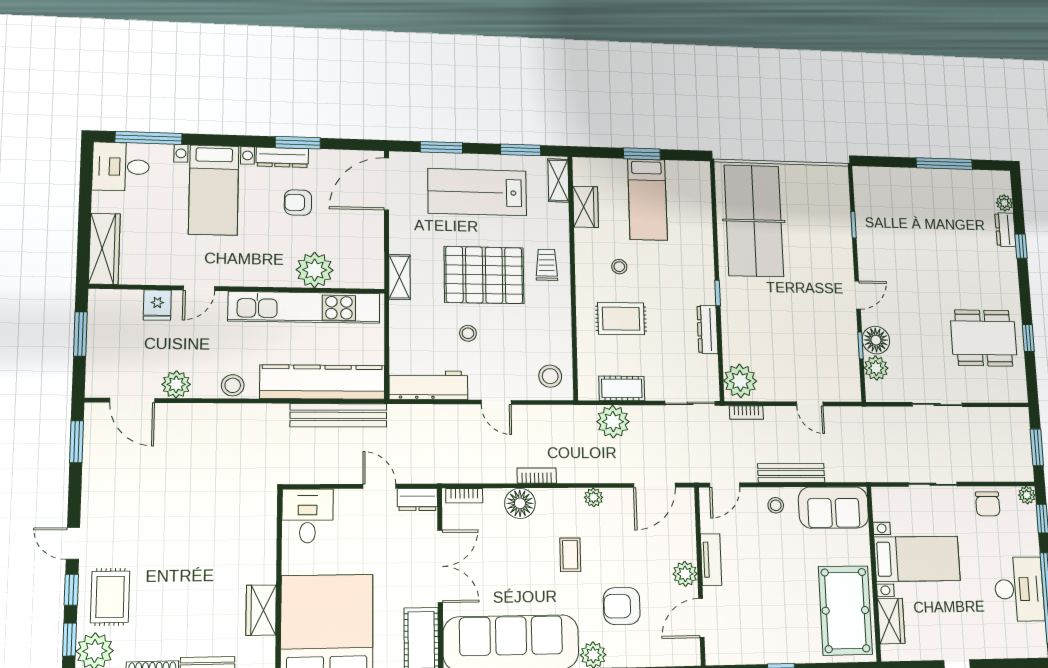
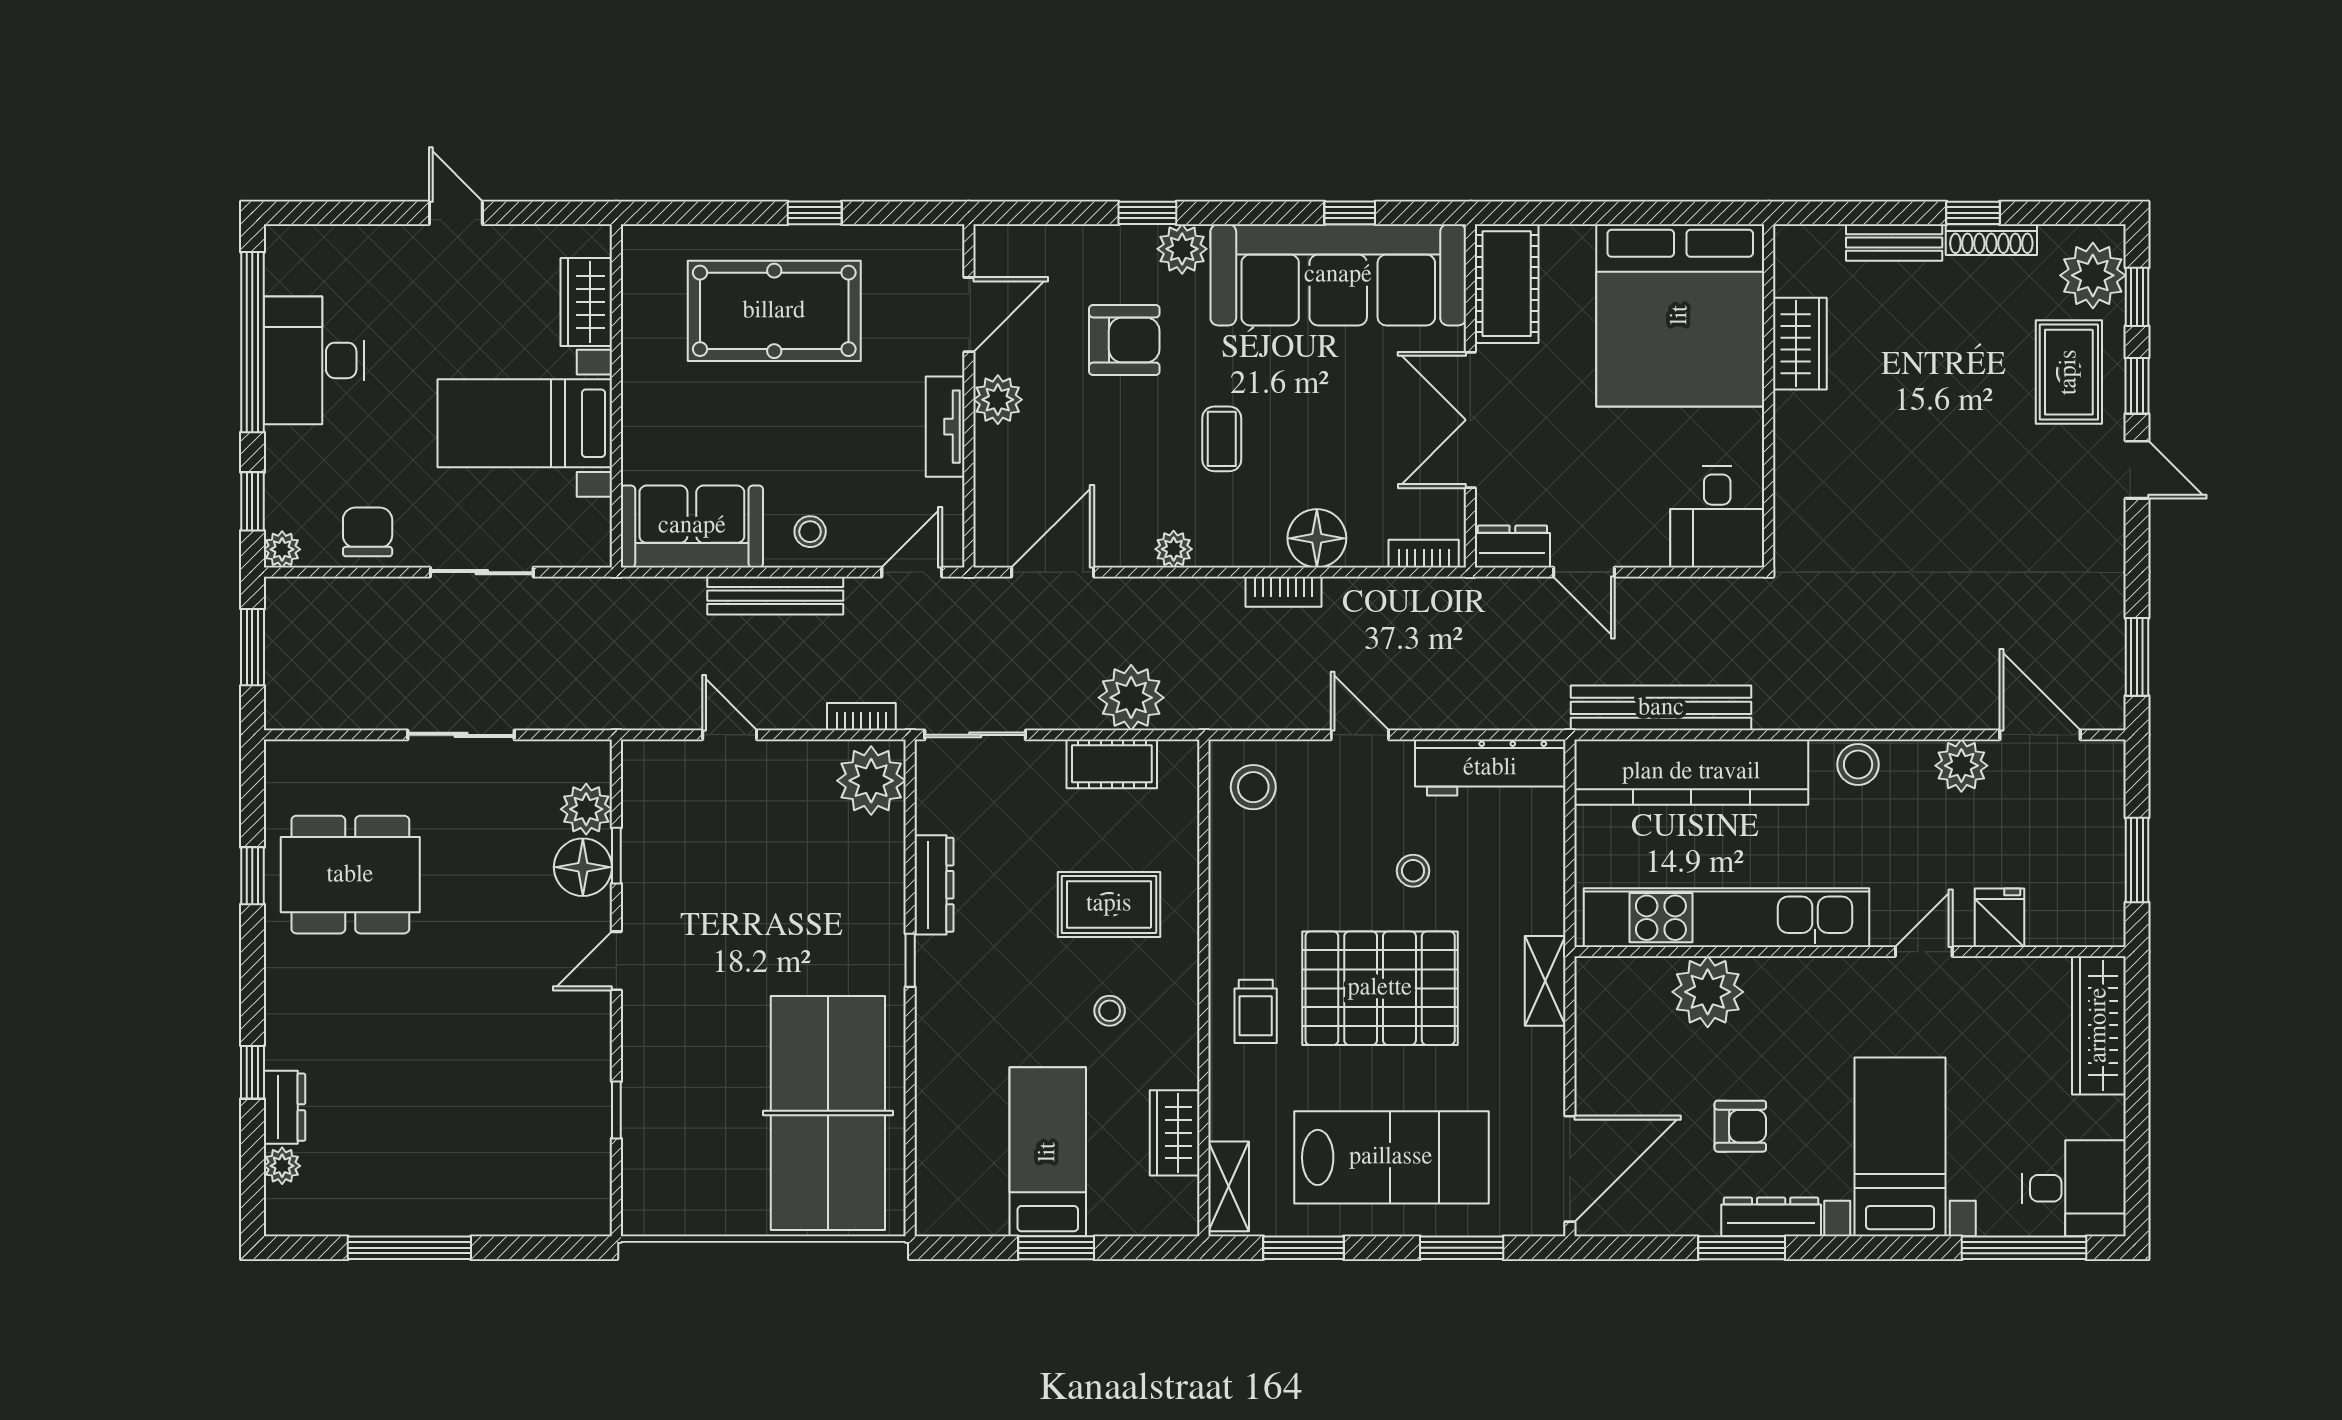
pool table: (845, 610) -> (774, 311), moved, turned 90

